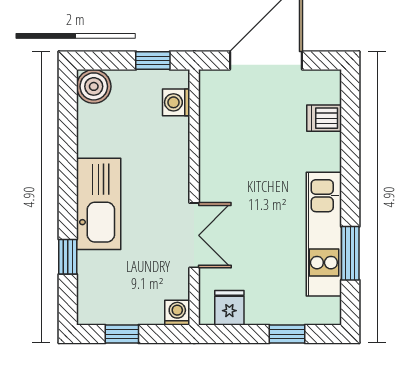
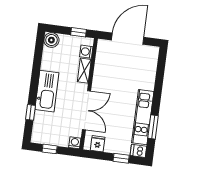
dishwasher: (324, 118) -> (138, 151), moved
shelving: (177, 146) -> (84, 71), added
double door: (194, 235) -> (86, 110), width x1.37

